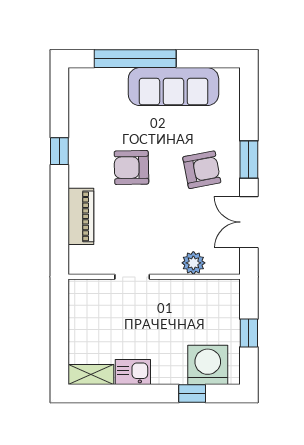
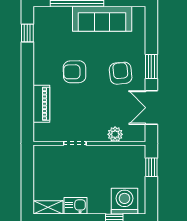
window: (59, 151) -> (27, 33), moved
armchair: (202, 170) -> (121, 73), turned -85
window: (249, 333) -> (151, 167), moved

